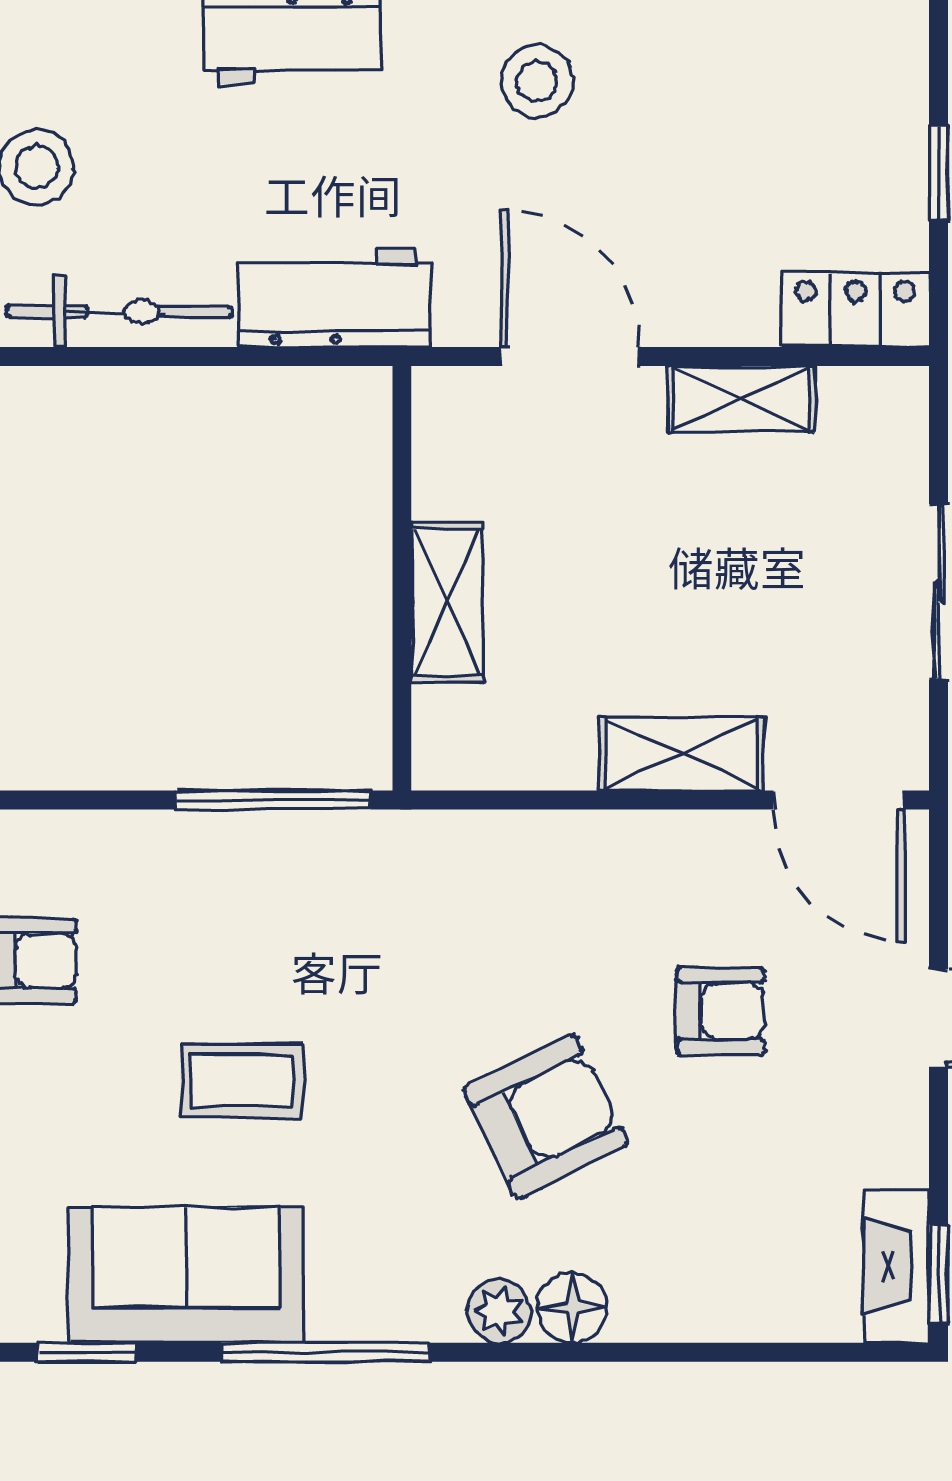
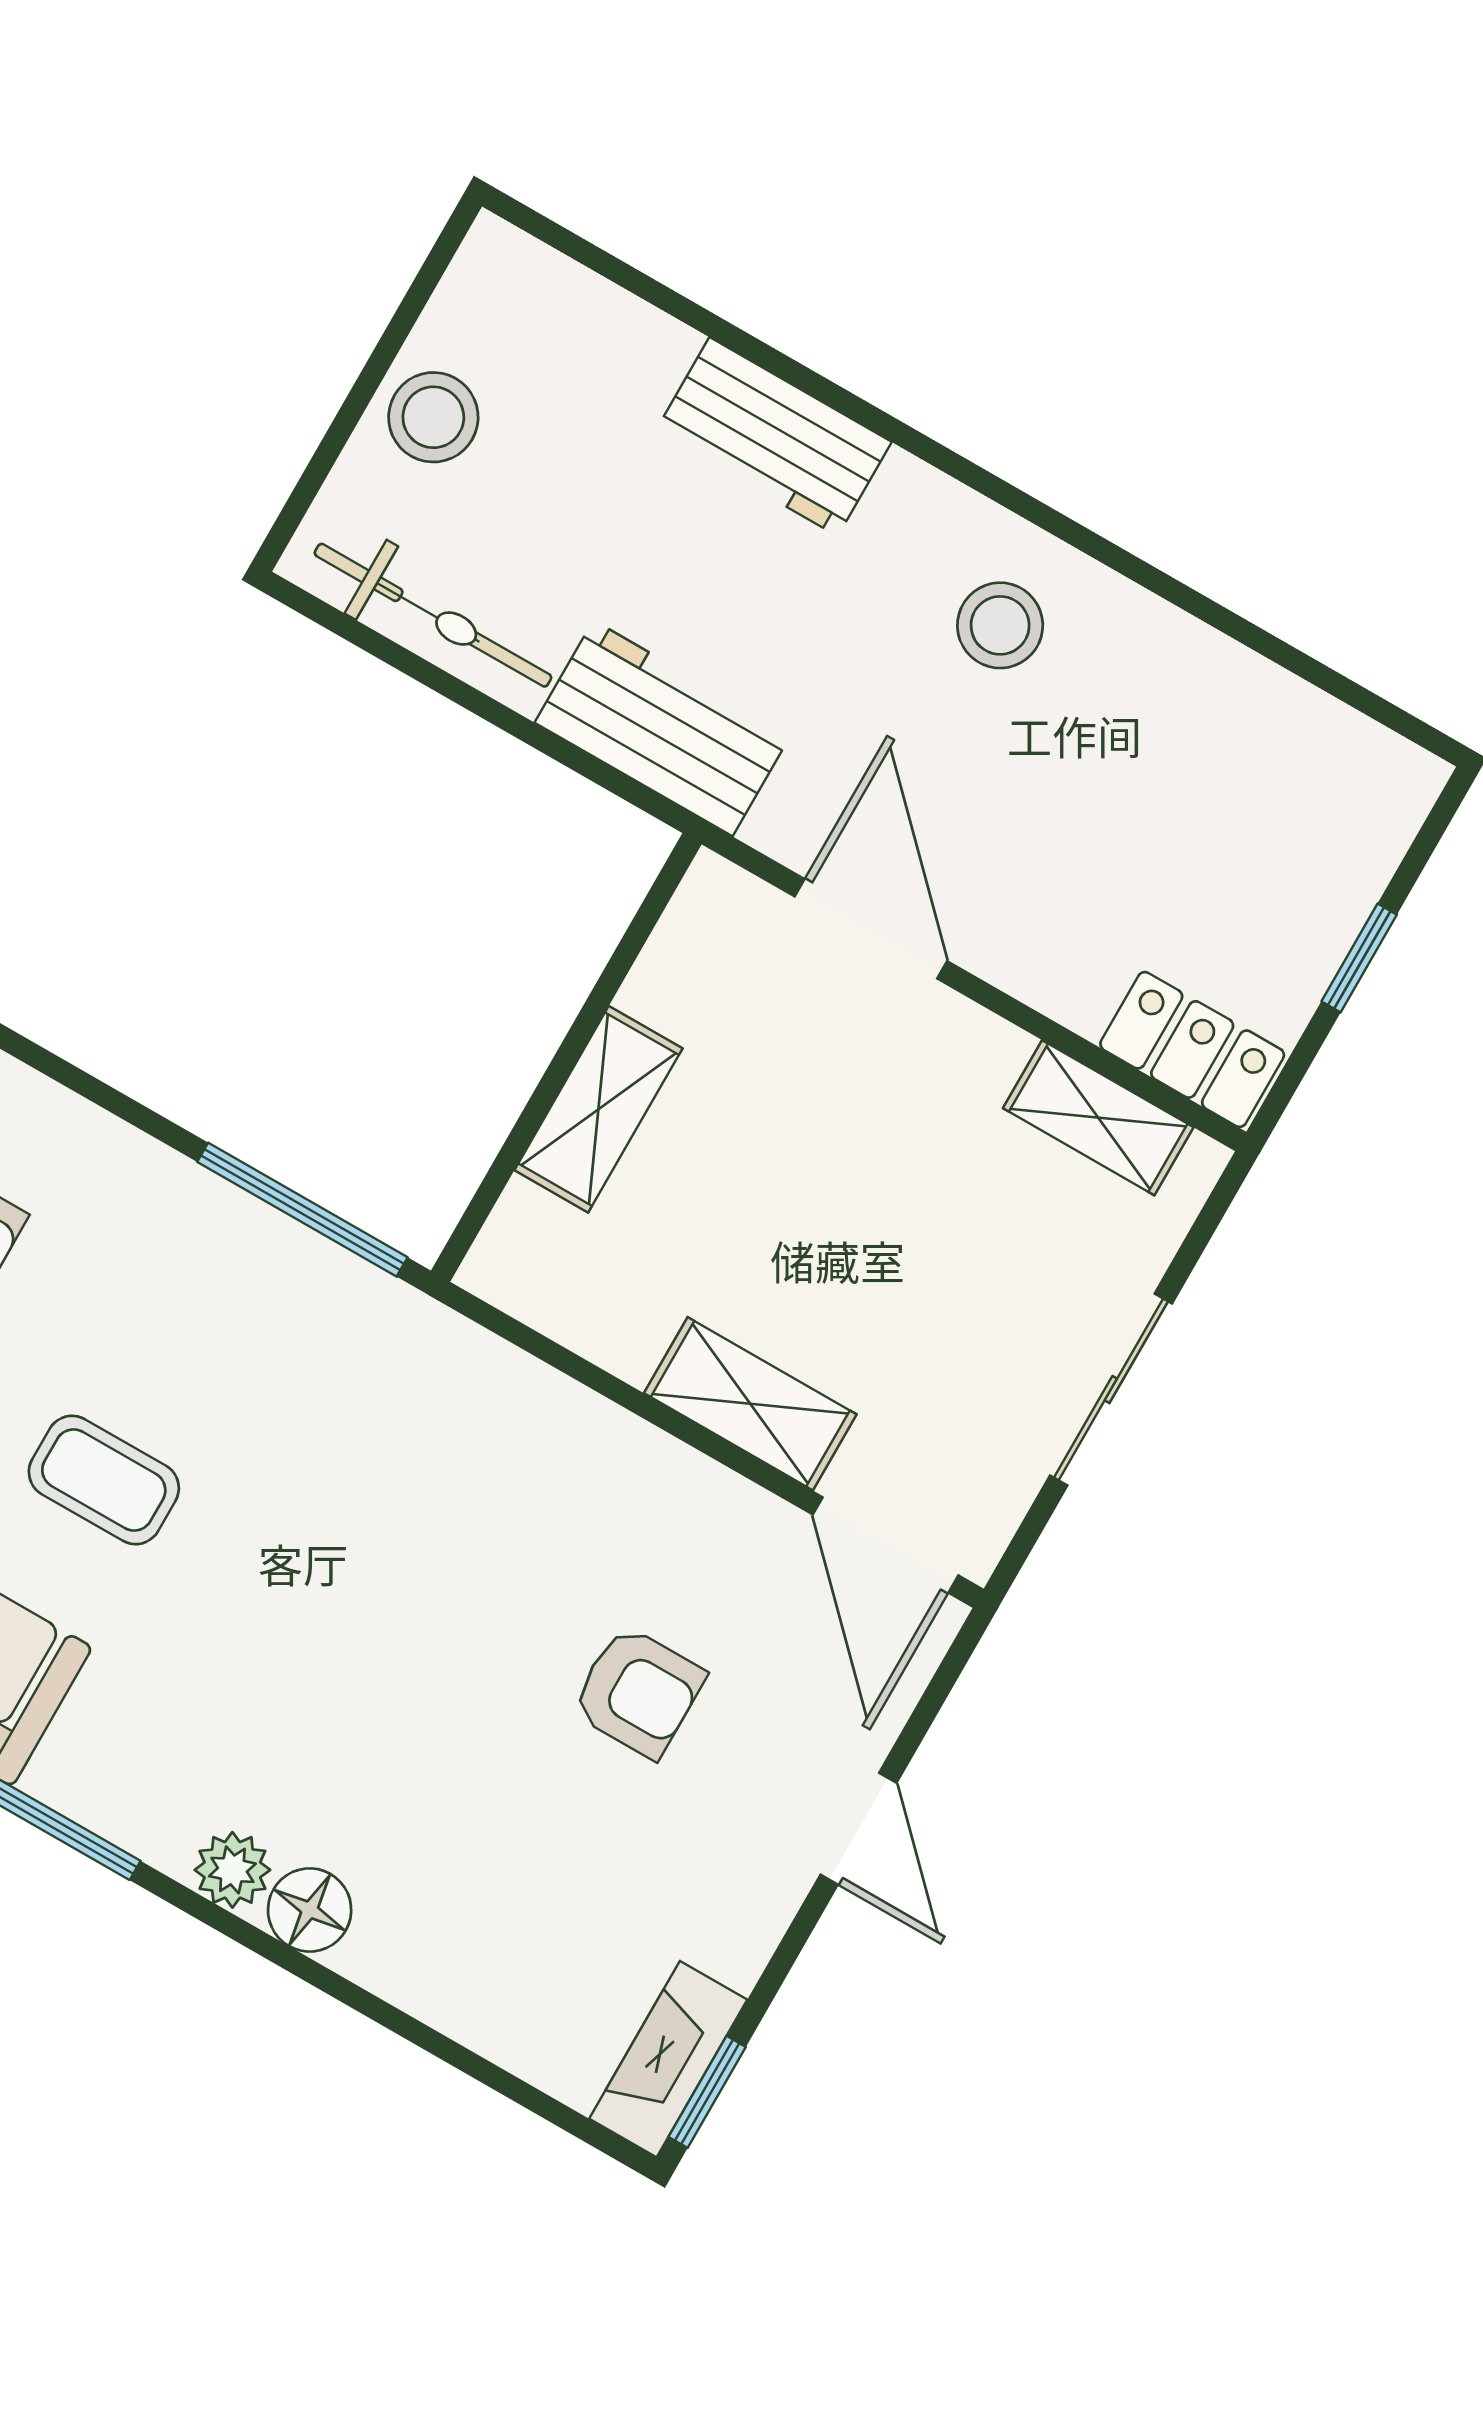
shelving: (741, 399) -> (1098, 1118), moved
armchair: (546, 1117) -> (396, 1697), removed

